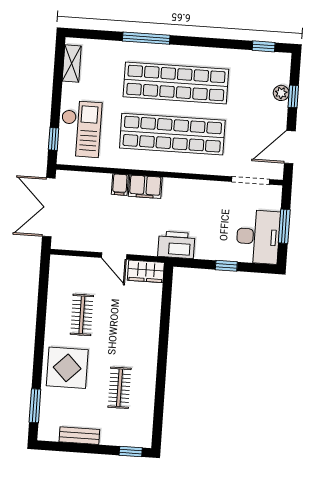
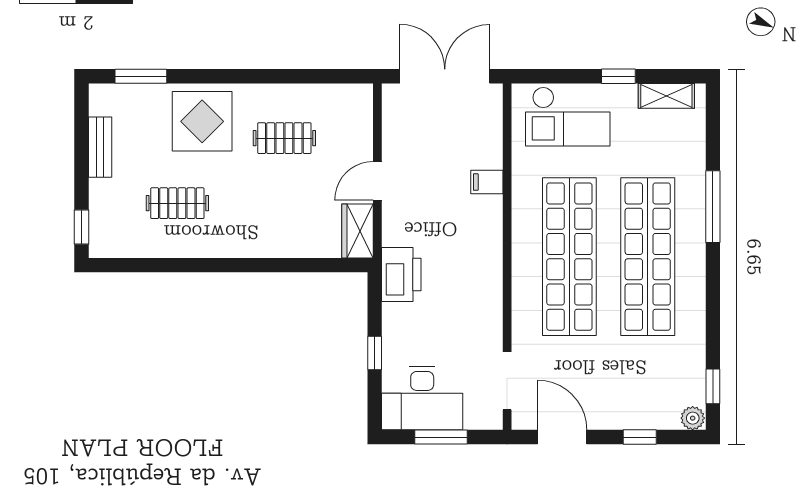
plant: (281, 93) -> (693, 418), moved
window: (54, 139) -> (618, 76), moved
filing cabinet: (145, 187) -> (486, 221), removed

